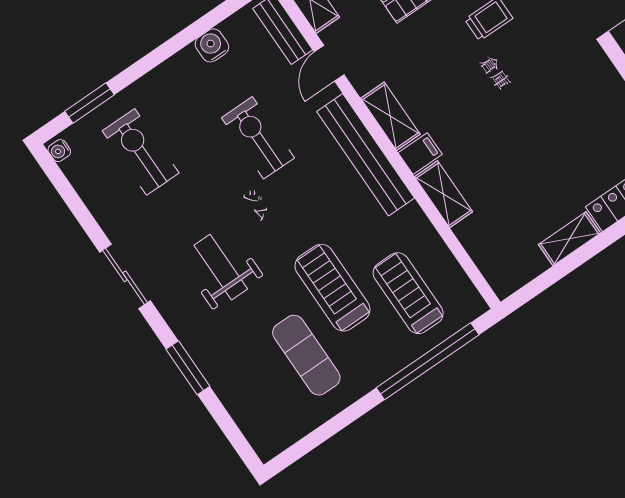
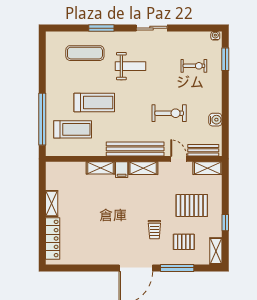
exercise bike: (141, 152) -> (194, 66), width x0.73, depth x0.72
exercise mat: (306, 355) -> (85, 53), moved

